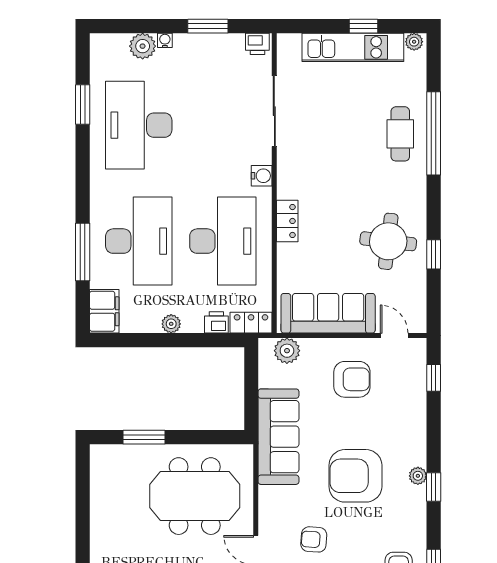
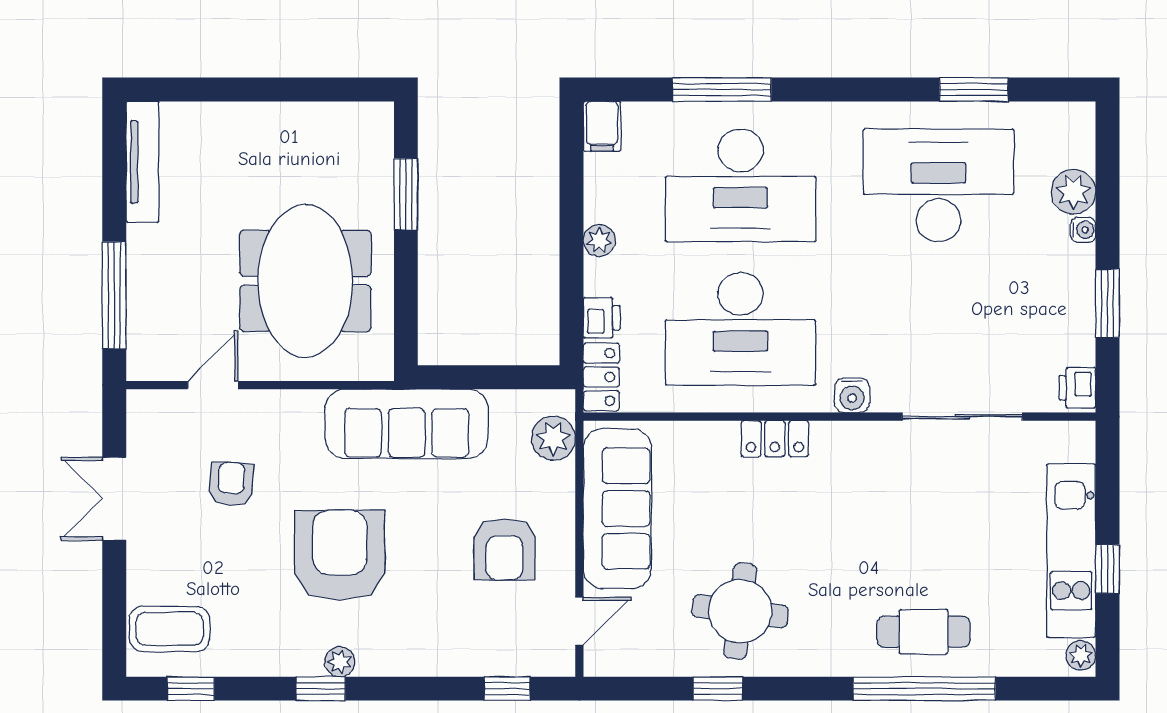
filing cabinet: (104, 311) -> (602, 126), width x0.50

